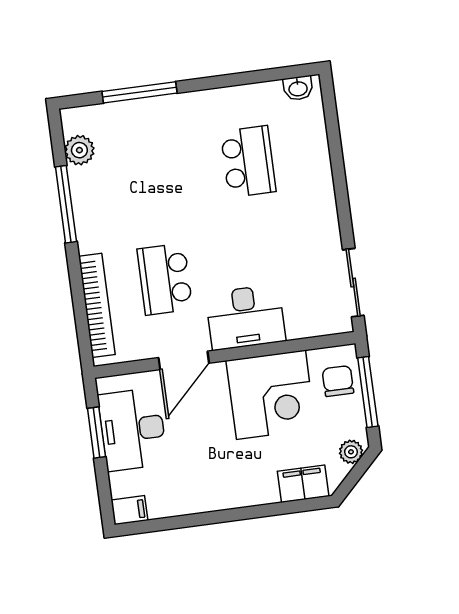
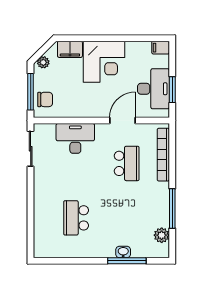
washbasin: (298, 88) -> (123, 252), moved
desk: (245, 317) -> (75, 138), moved
chair: (338, 381) -> (45, 99), turned -90
corner desk: (271, 395) -> (104, 62), moved, turned 180

